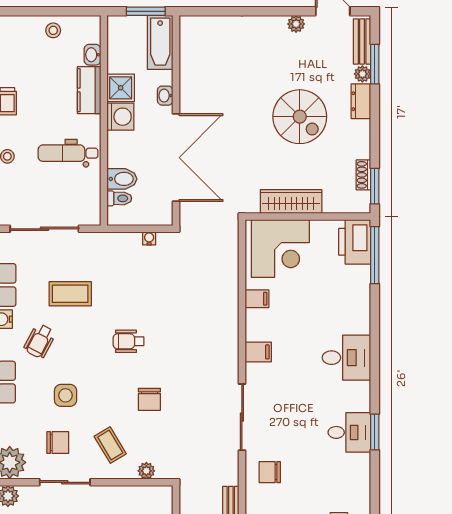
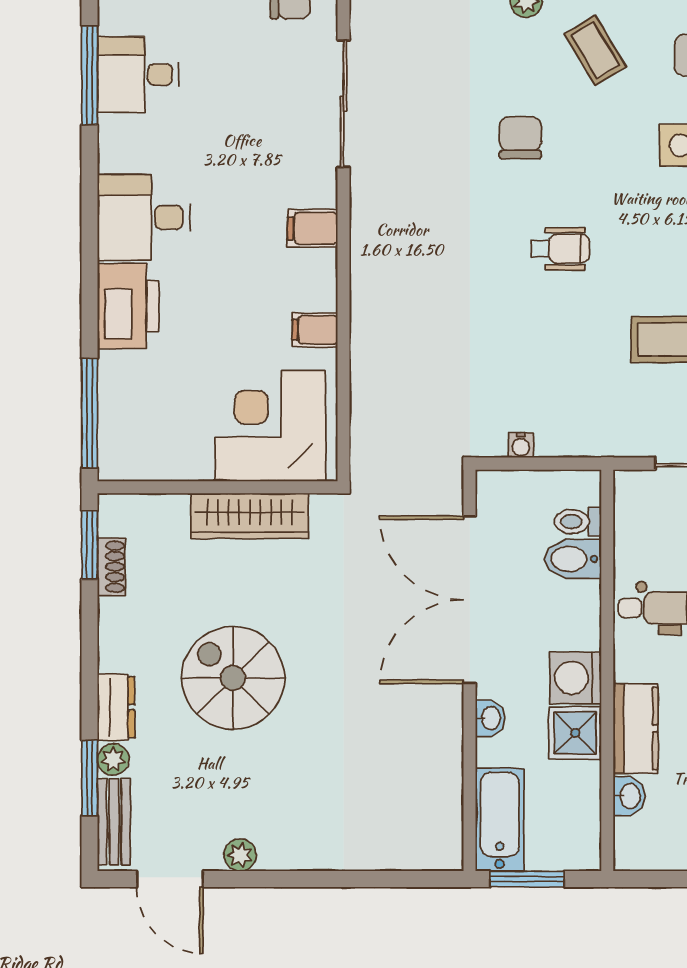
printer: (355, 242) -> (128, 306), moved
window: (375, 432) -> (90, 75), width x1.44

